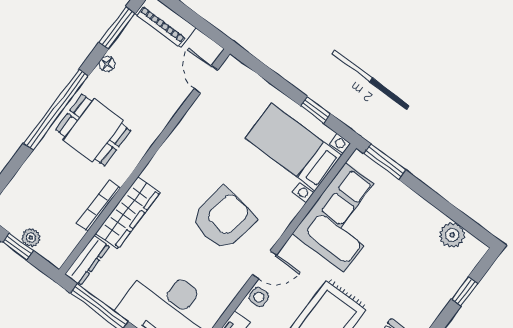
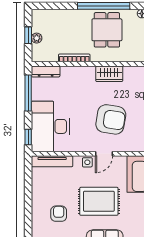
wardrobe: (128, 213) -> (109, 74), moved, width x0.67
door: (264, 265) -> (104, 154), hinge flipped

